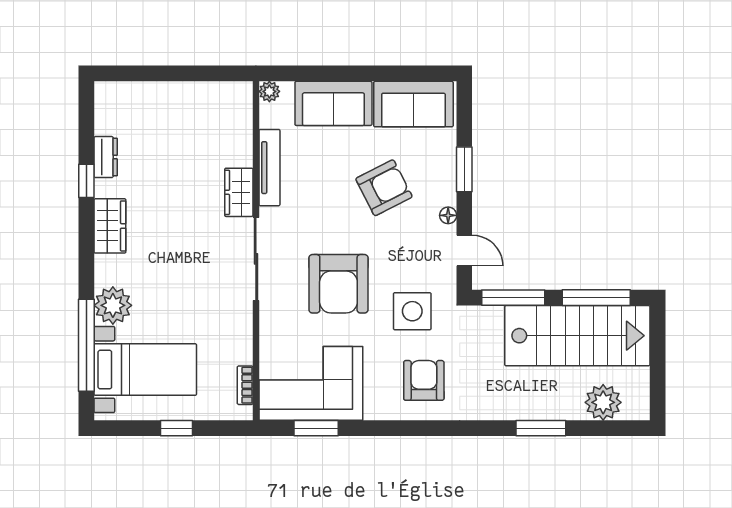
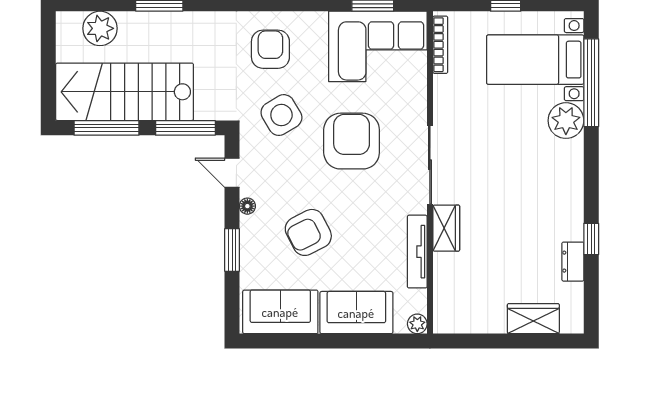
wardrobe: (110, 226) -> (533, 319), moved, turned 90
side table: (412, 311) -> (281, 115), turned -31
armchair: (424, 380) -> (270, 49), turned 180
bookcase: (245, 385) -> (440, 45), width x1.56

